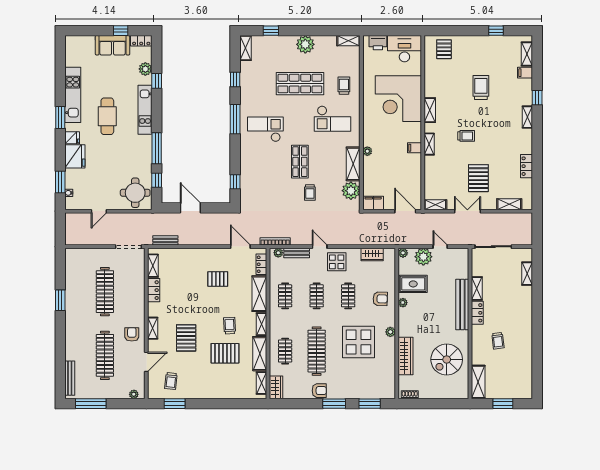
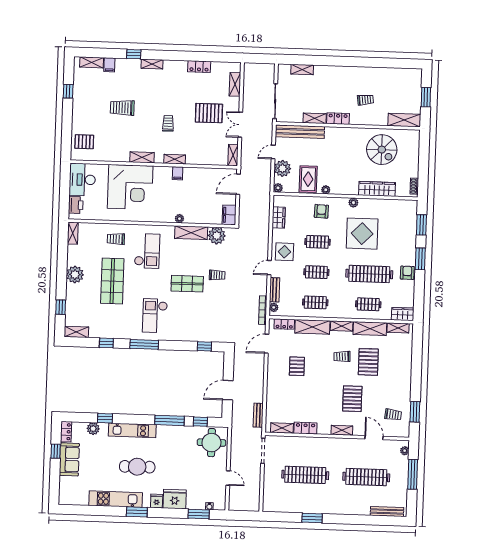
bench: (462, 305) -> (300, 132), moved
armchair: (132, 334) -> (347, 451), removed
pallet: (186, 338) -> (352, 399), turned 90
window: (91, 404) -> (413, 474), moved

